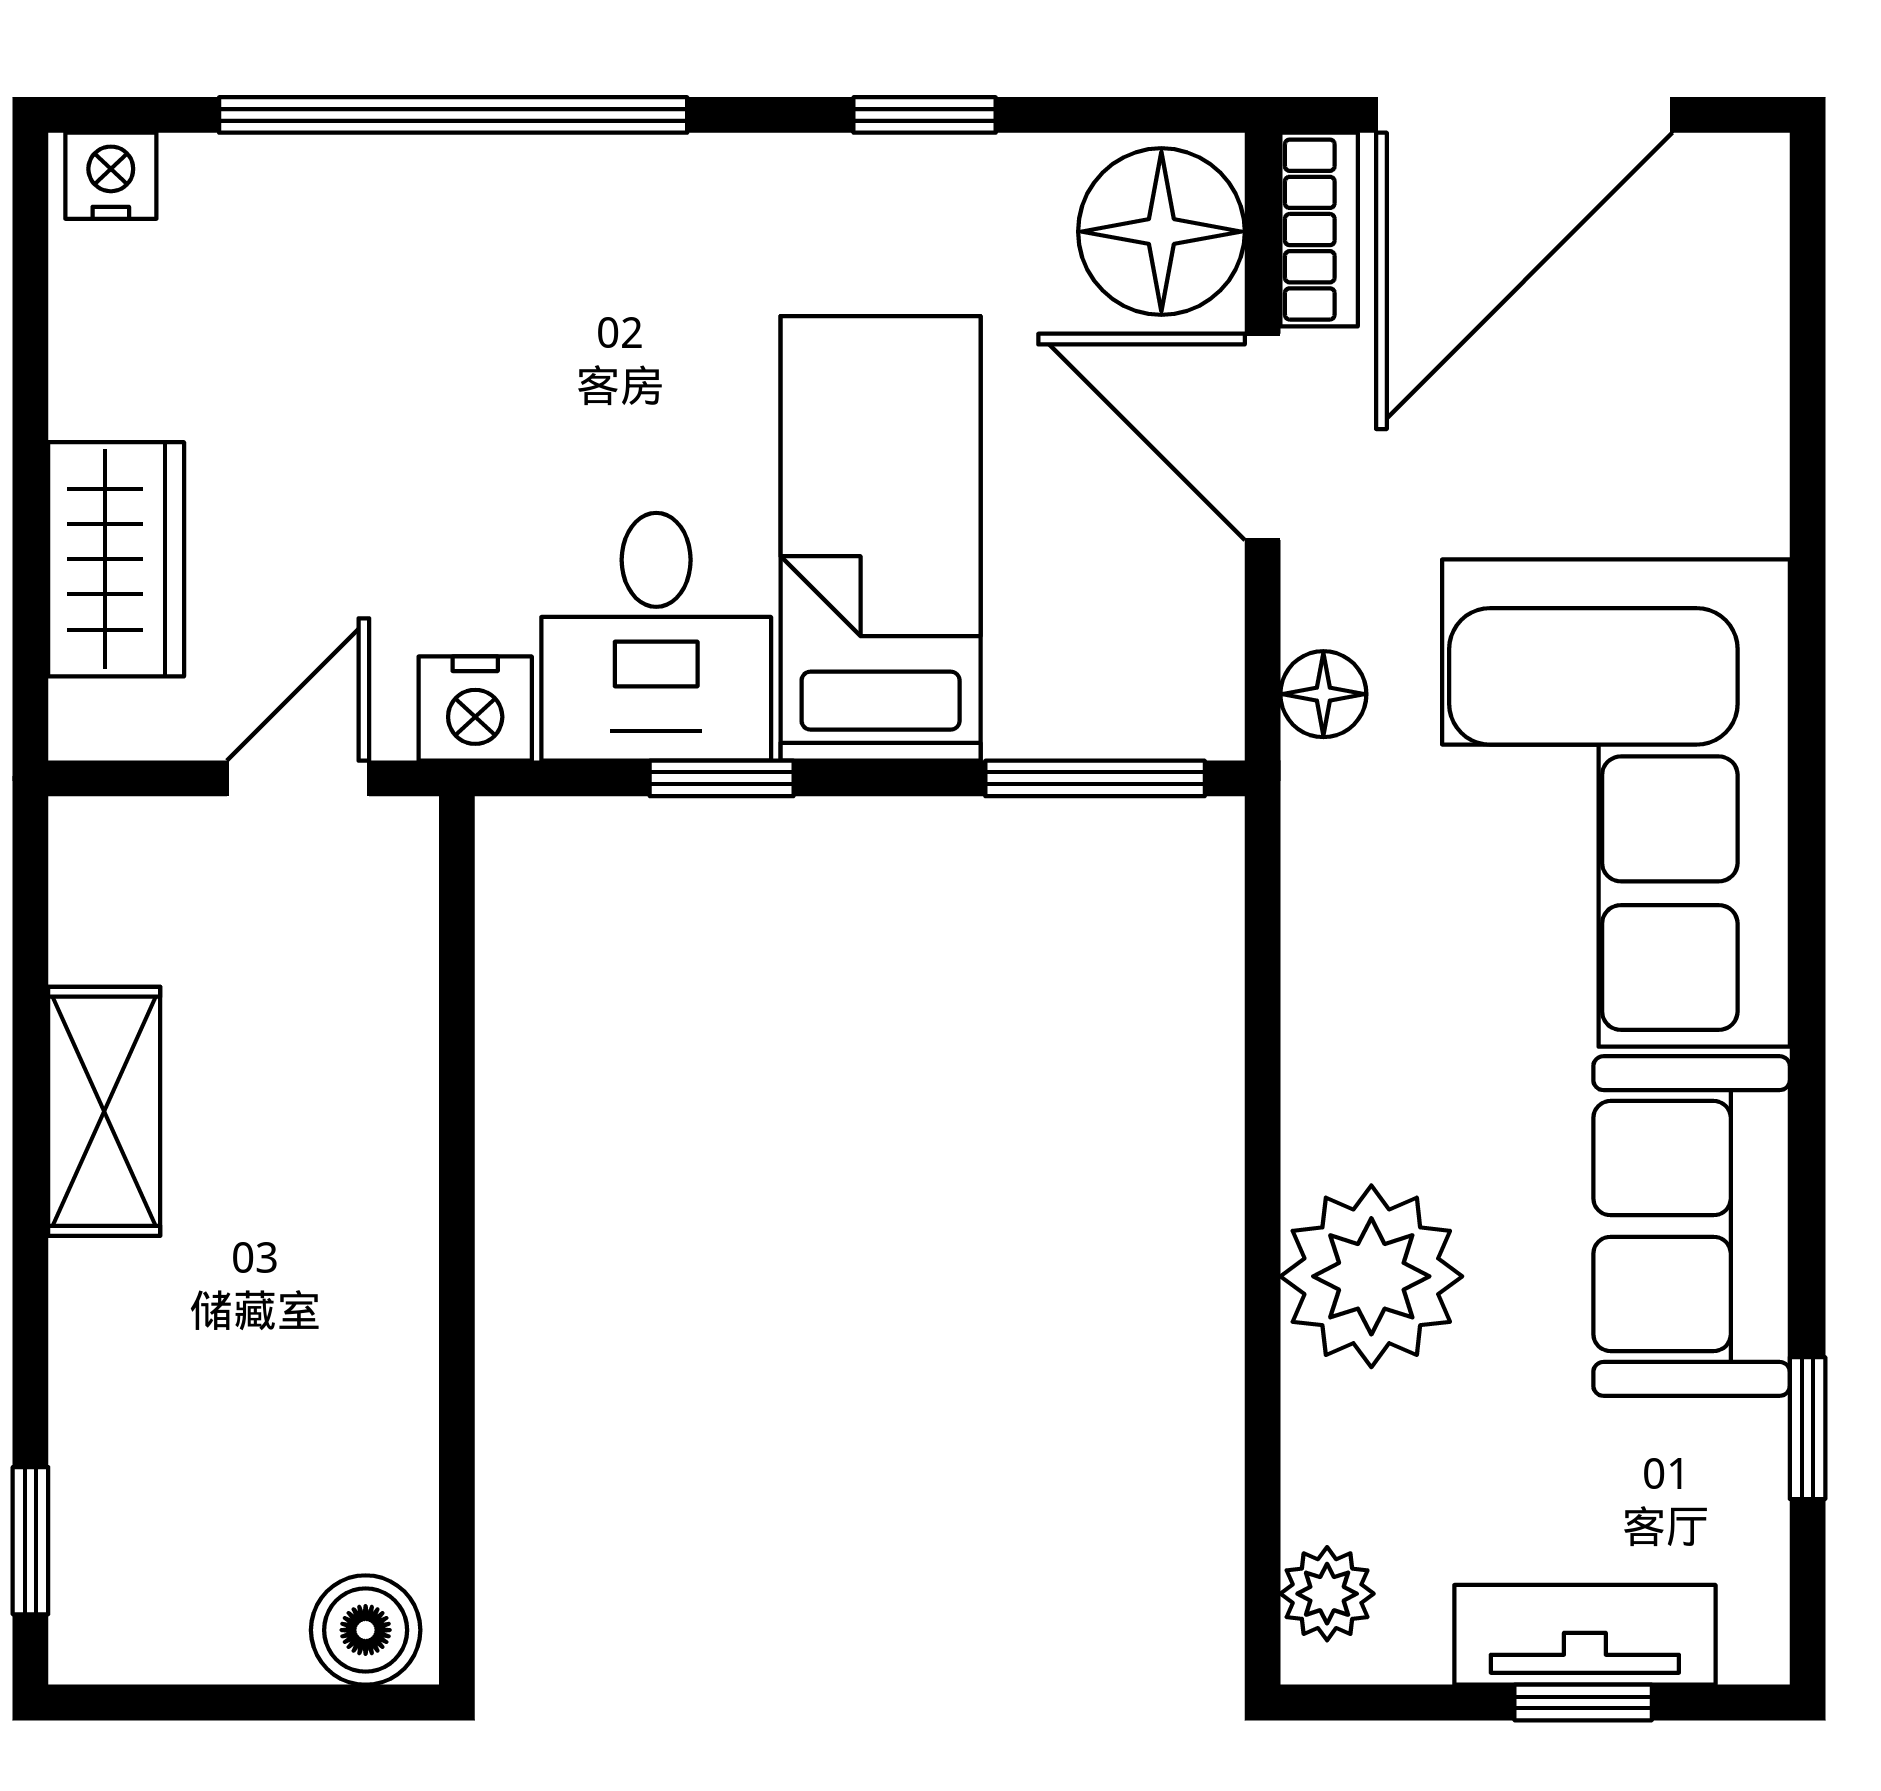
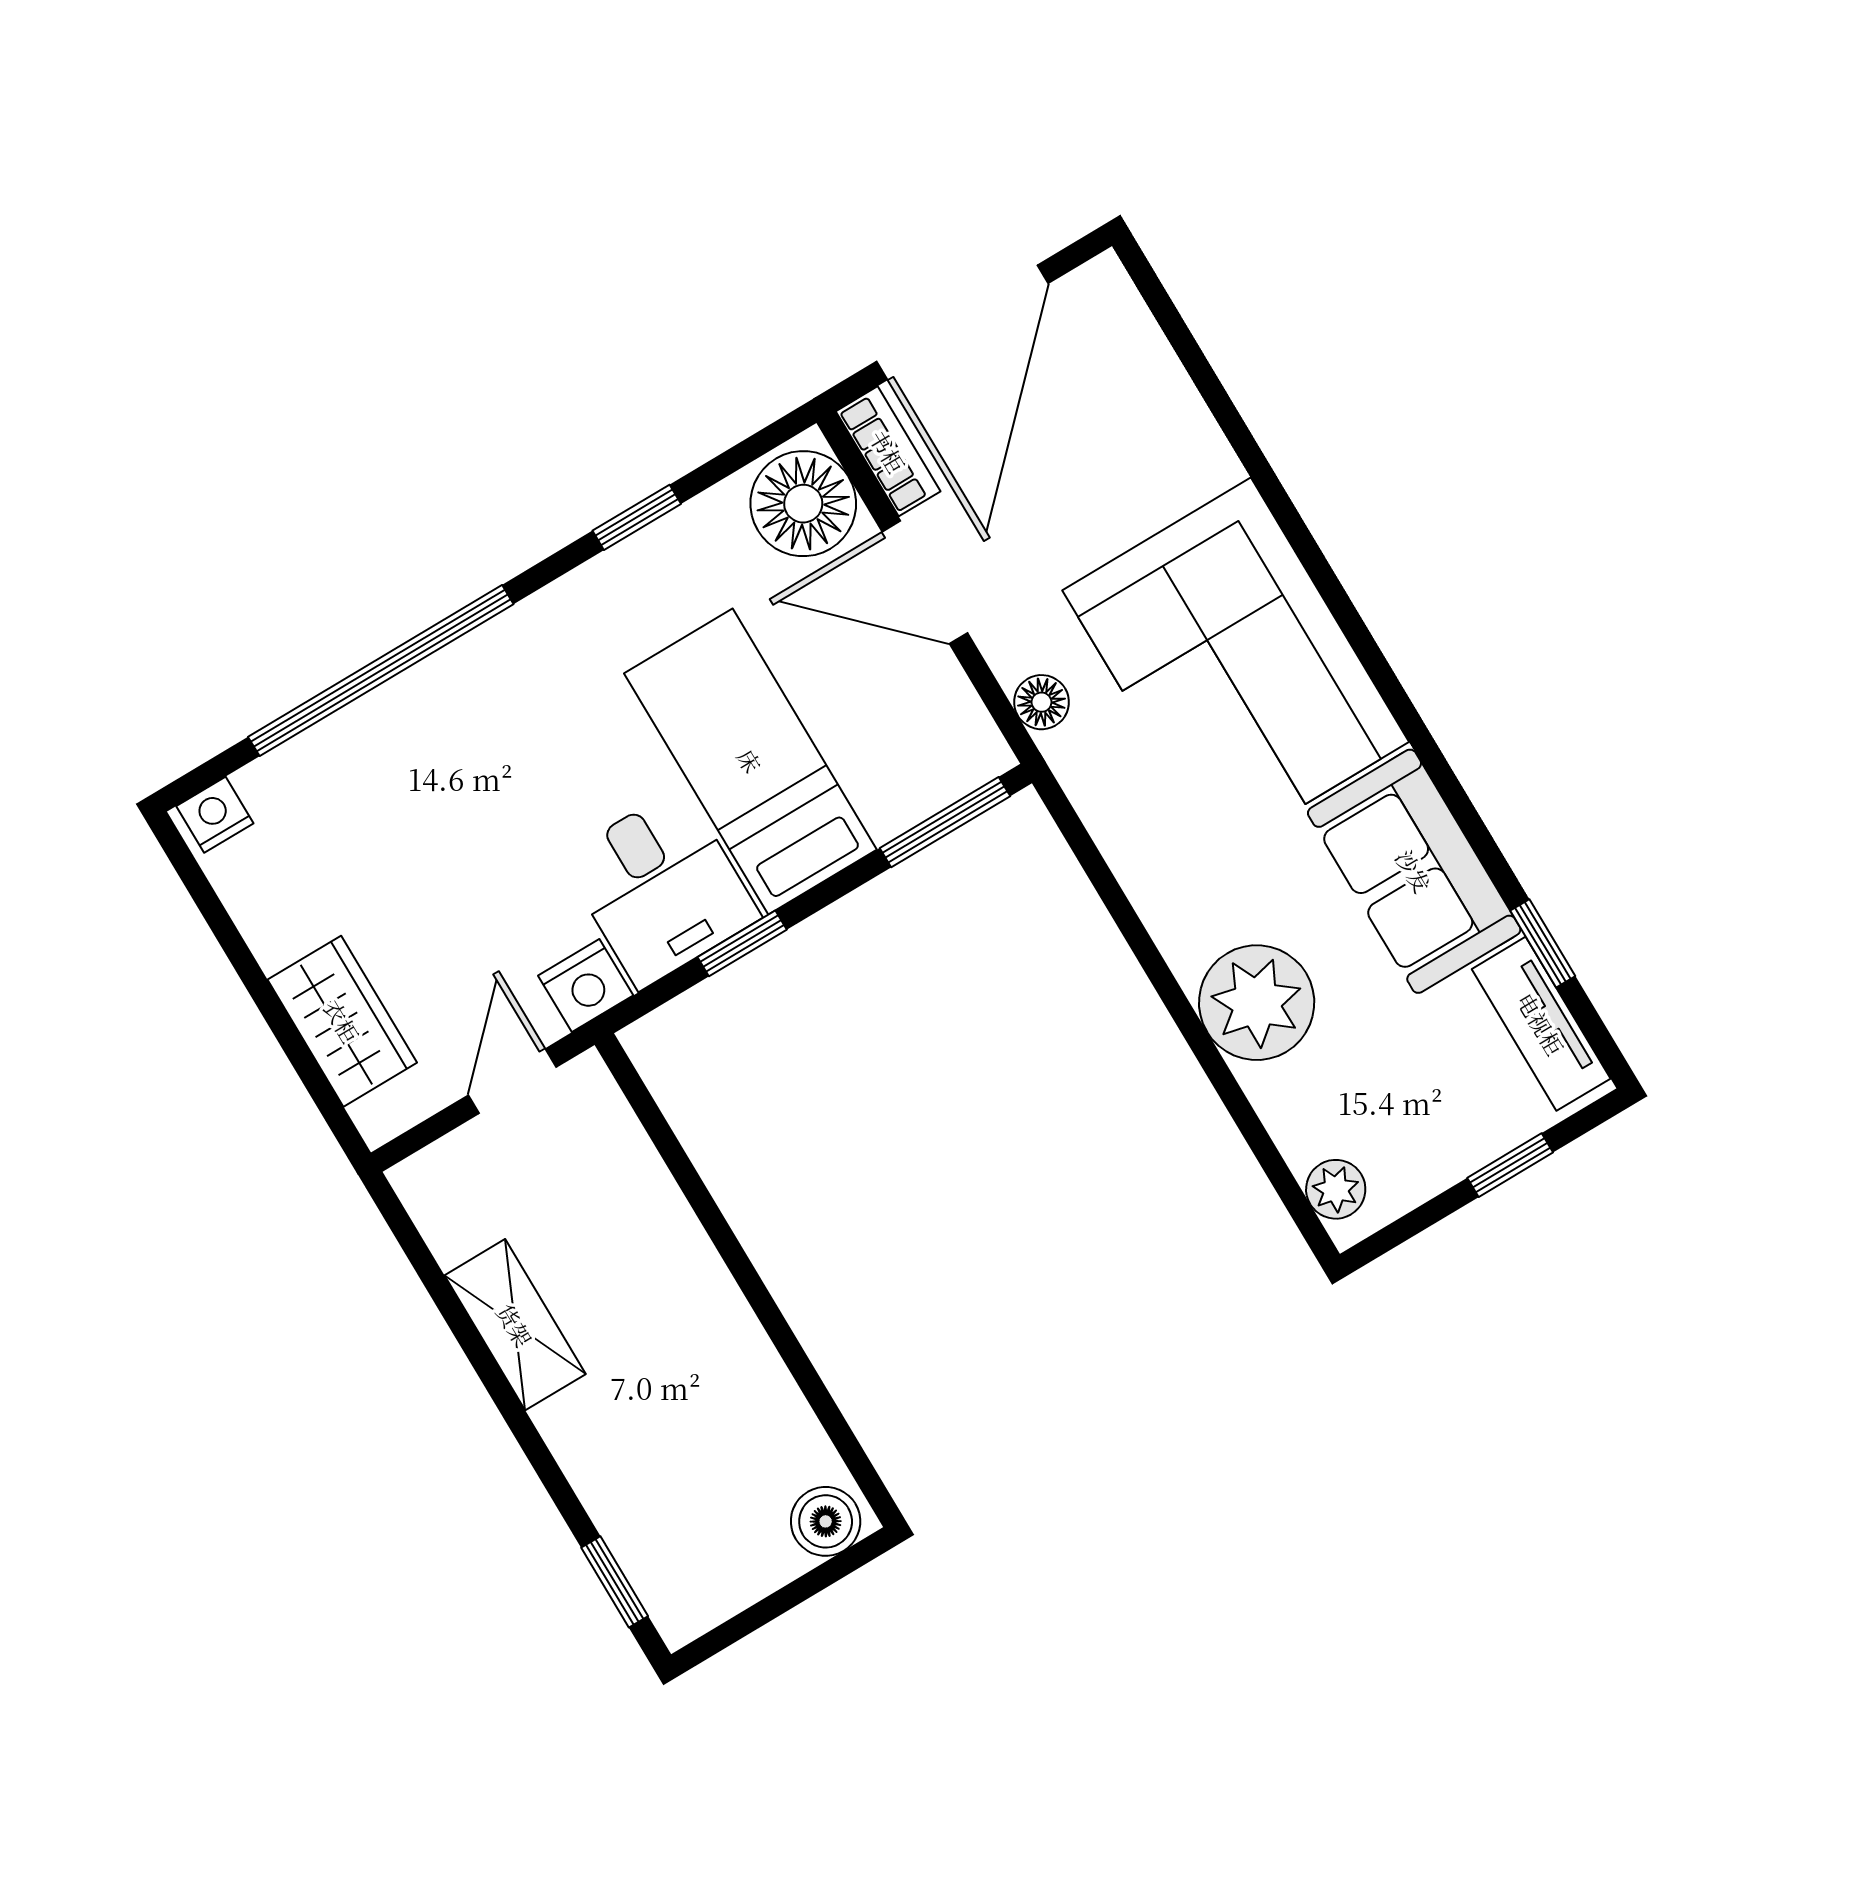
tv unit: (1585, 1635) -> (1541, 1024), moved, turned -90

